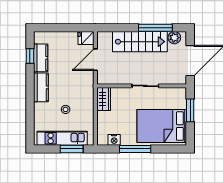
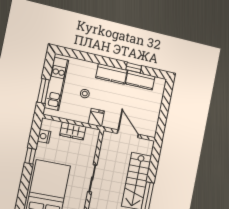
fridge: (86, 38) -> (96, 117), moved
window: (30, 56) -> (134, 68), moved
wardrobe: (104, 99) -> (73, 131), moved
window: (135, 149) -> (30, 156), width x0.46

